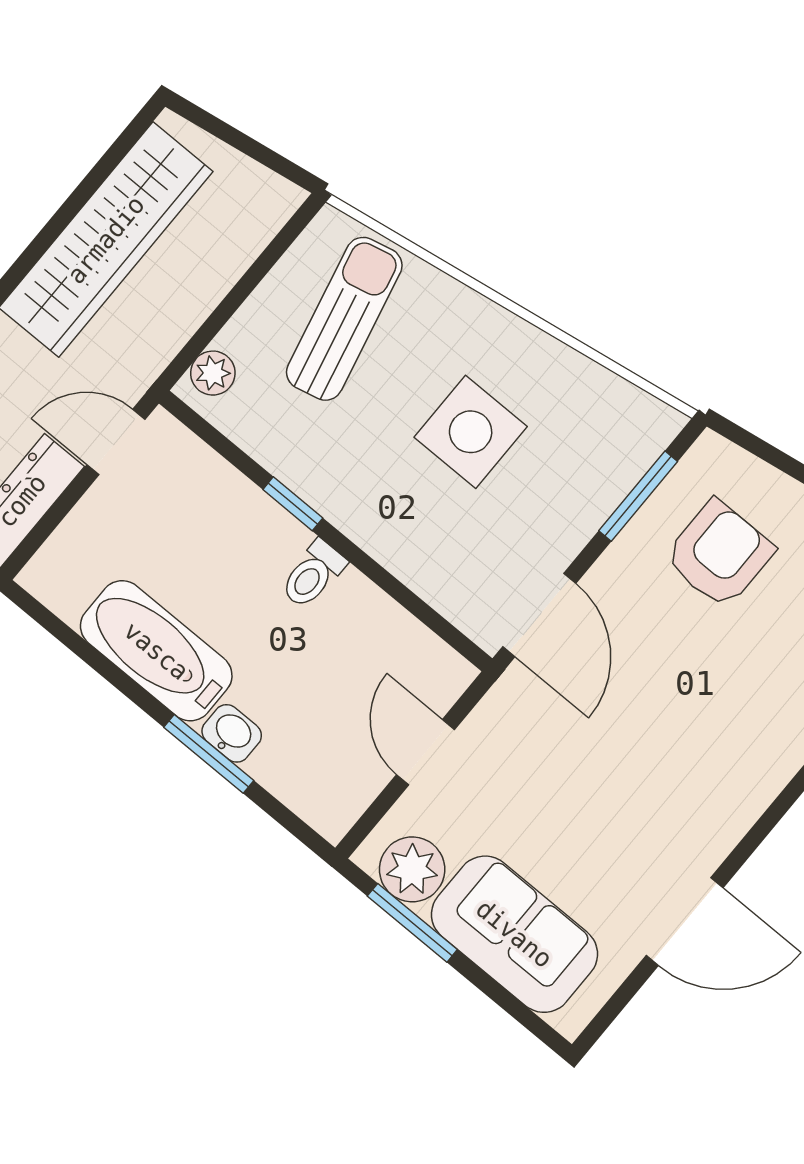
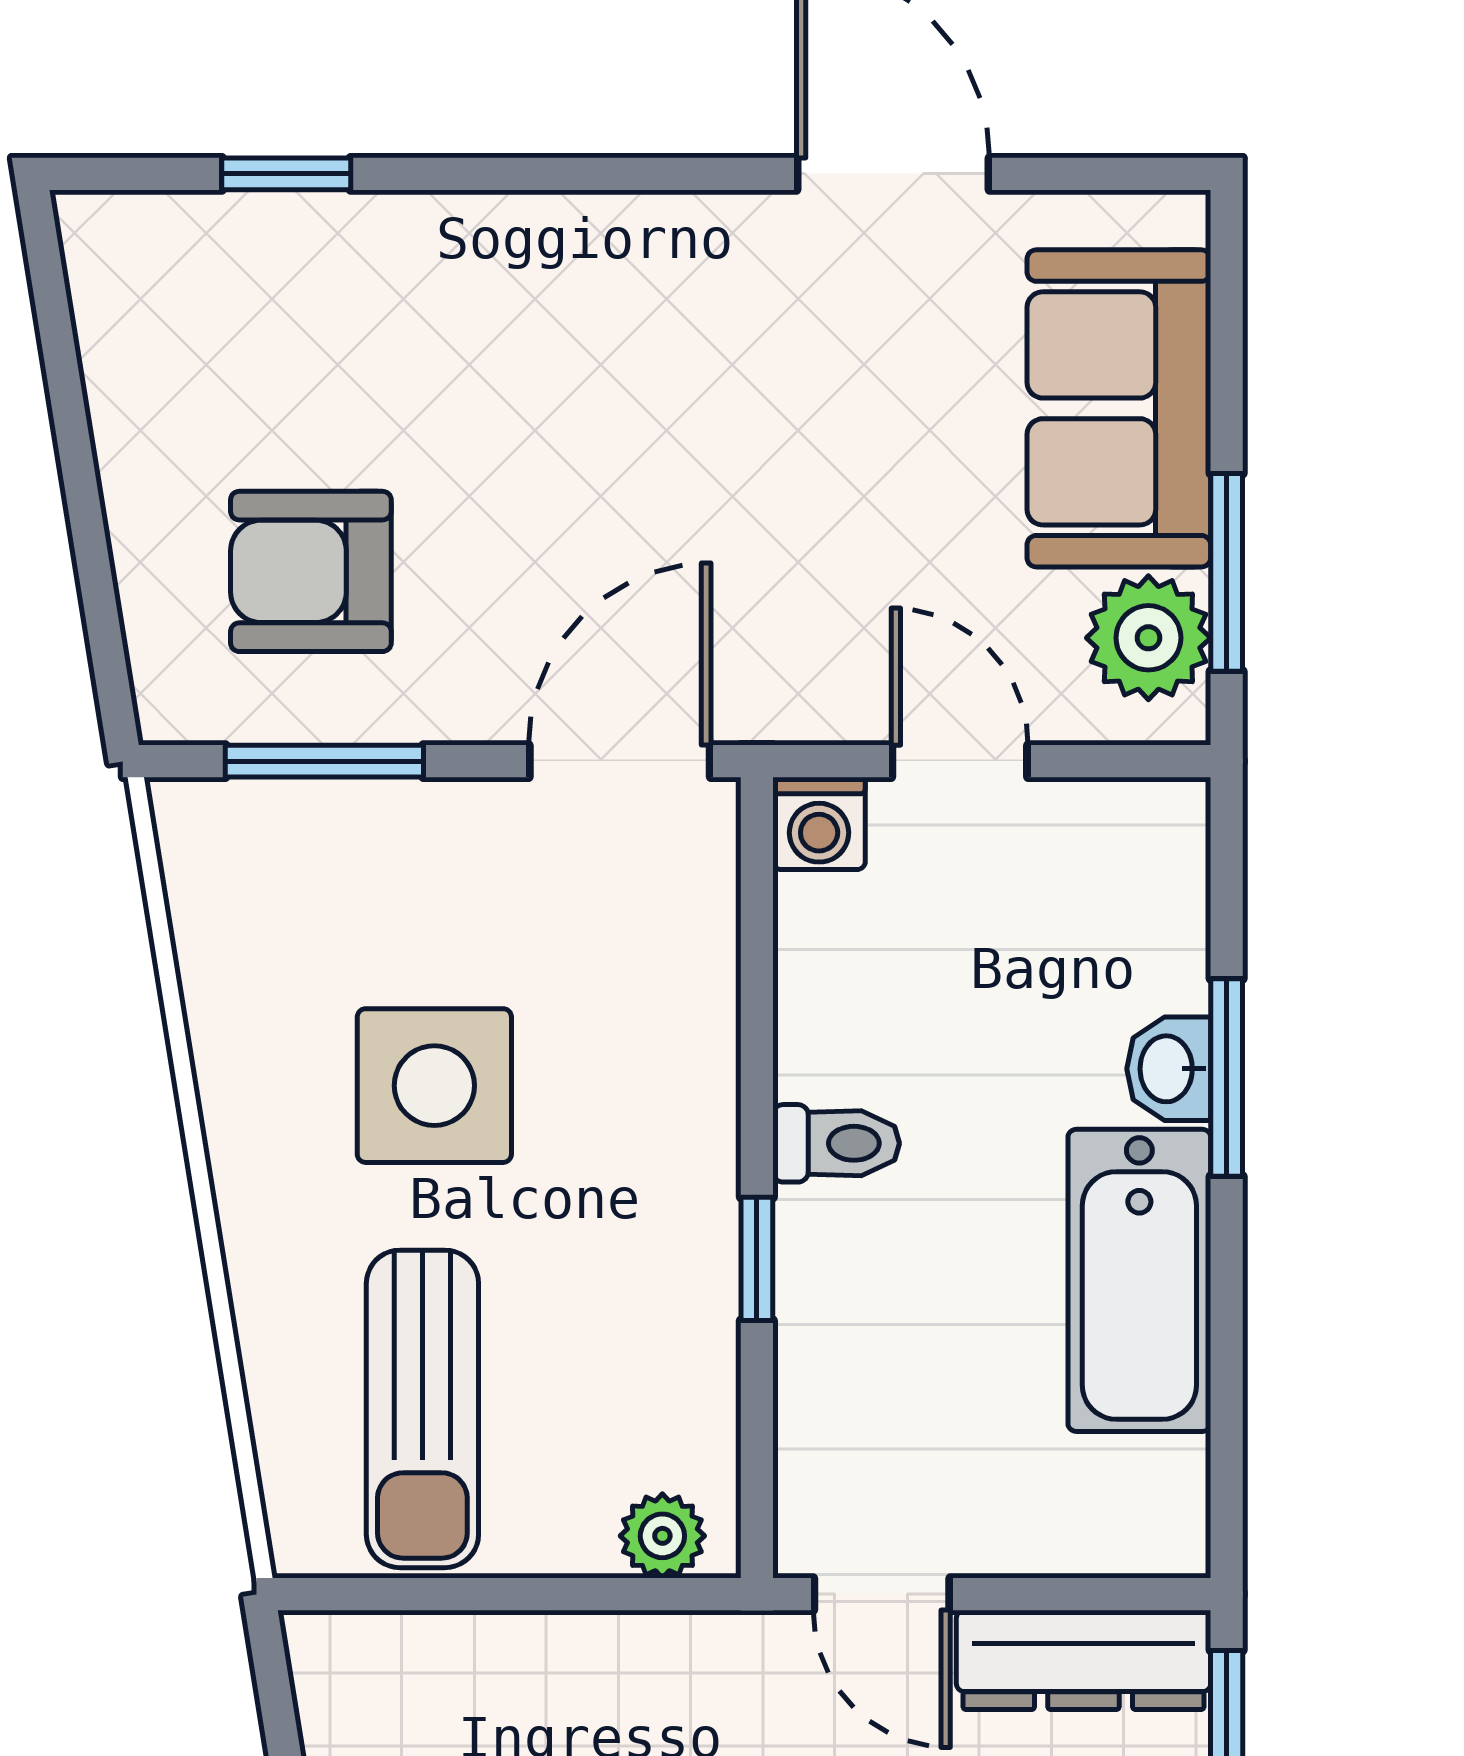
sun lounger: (344, 319) -> (422, 1409), turned -77
washing machine: (448, 675) -> (819, 823), added
door: (426, 752) -> (960, 761), swing flipped

